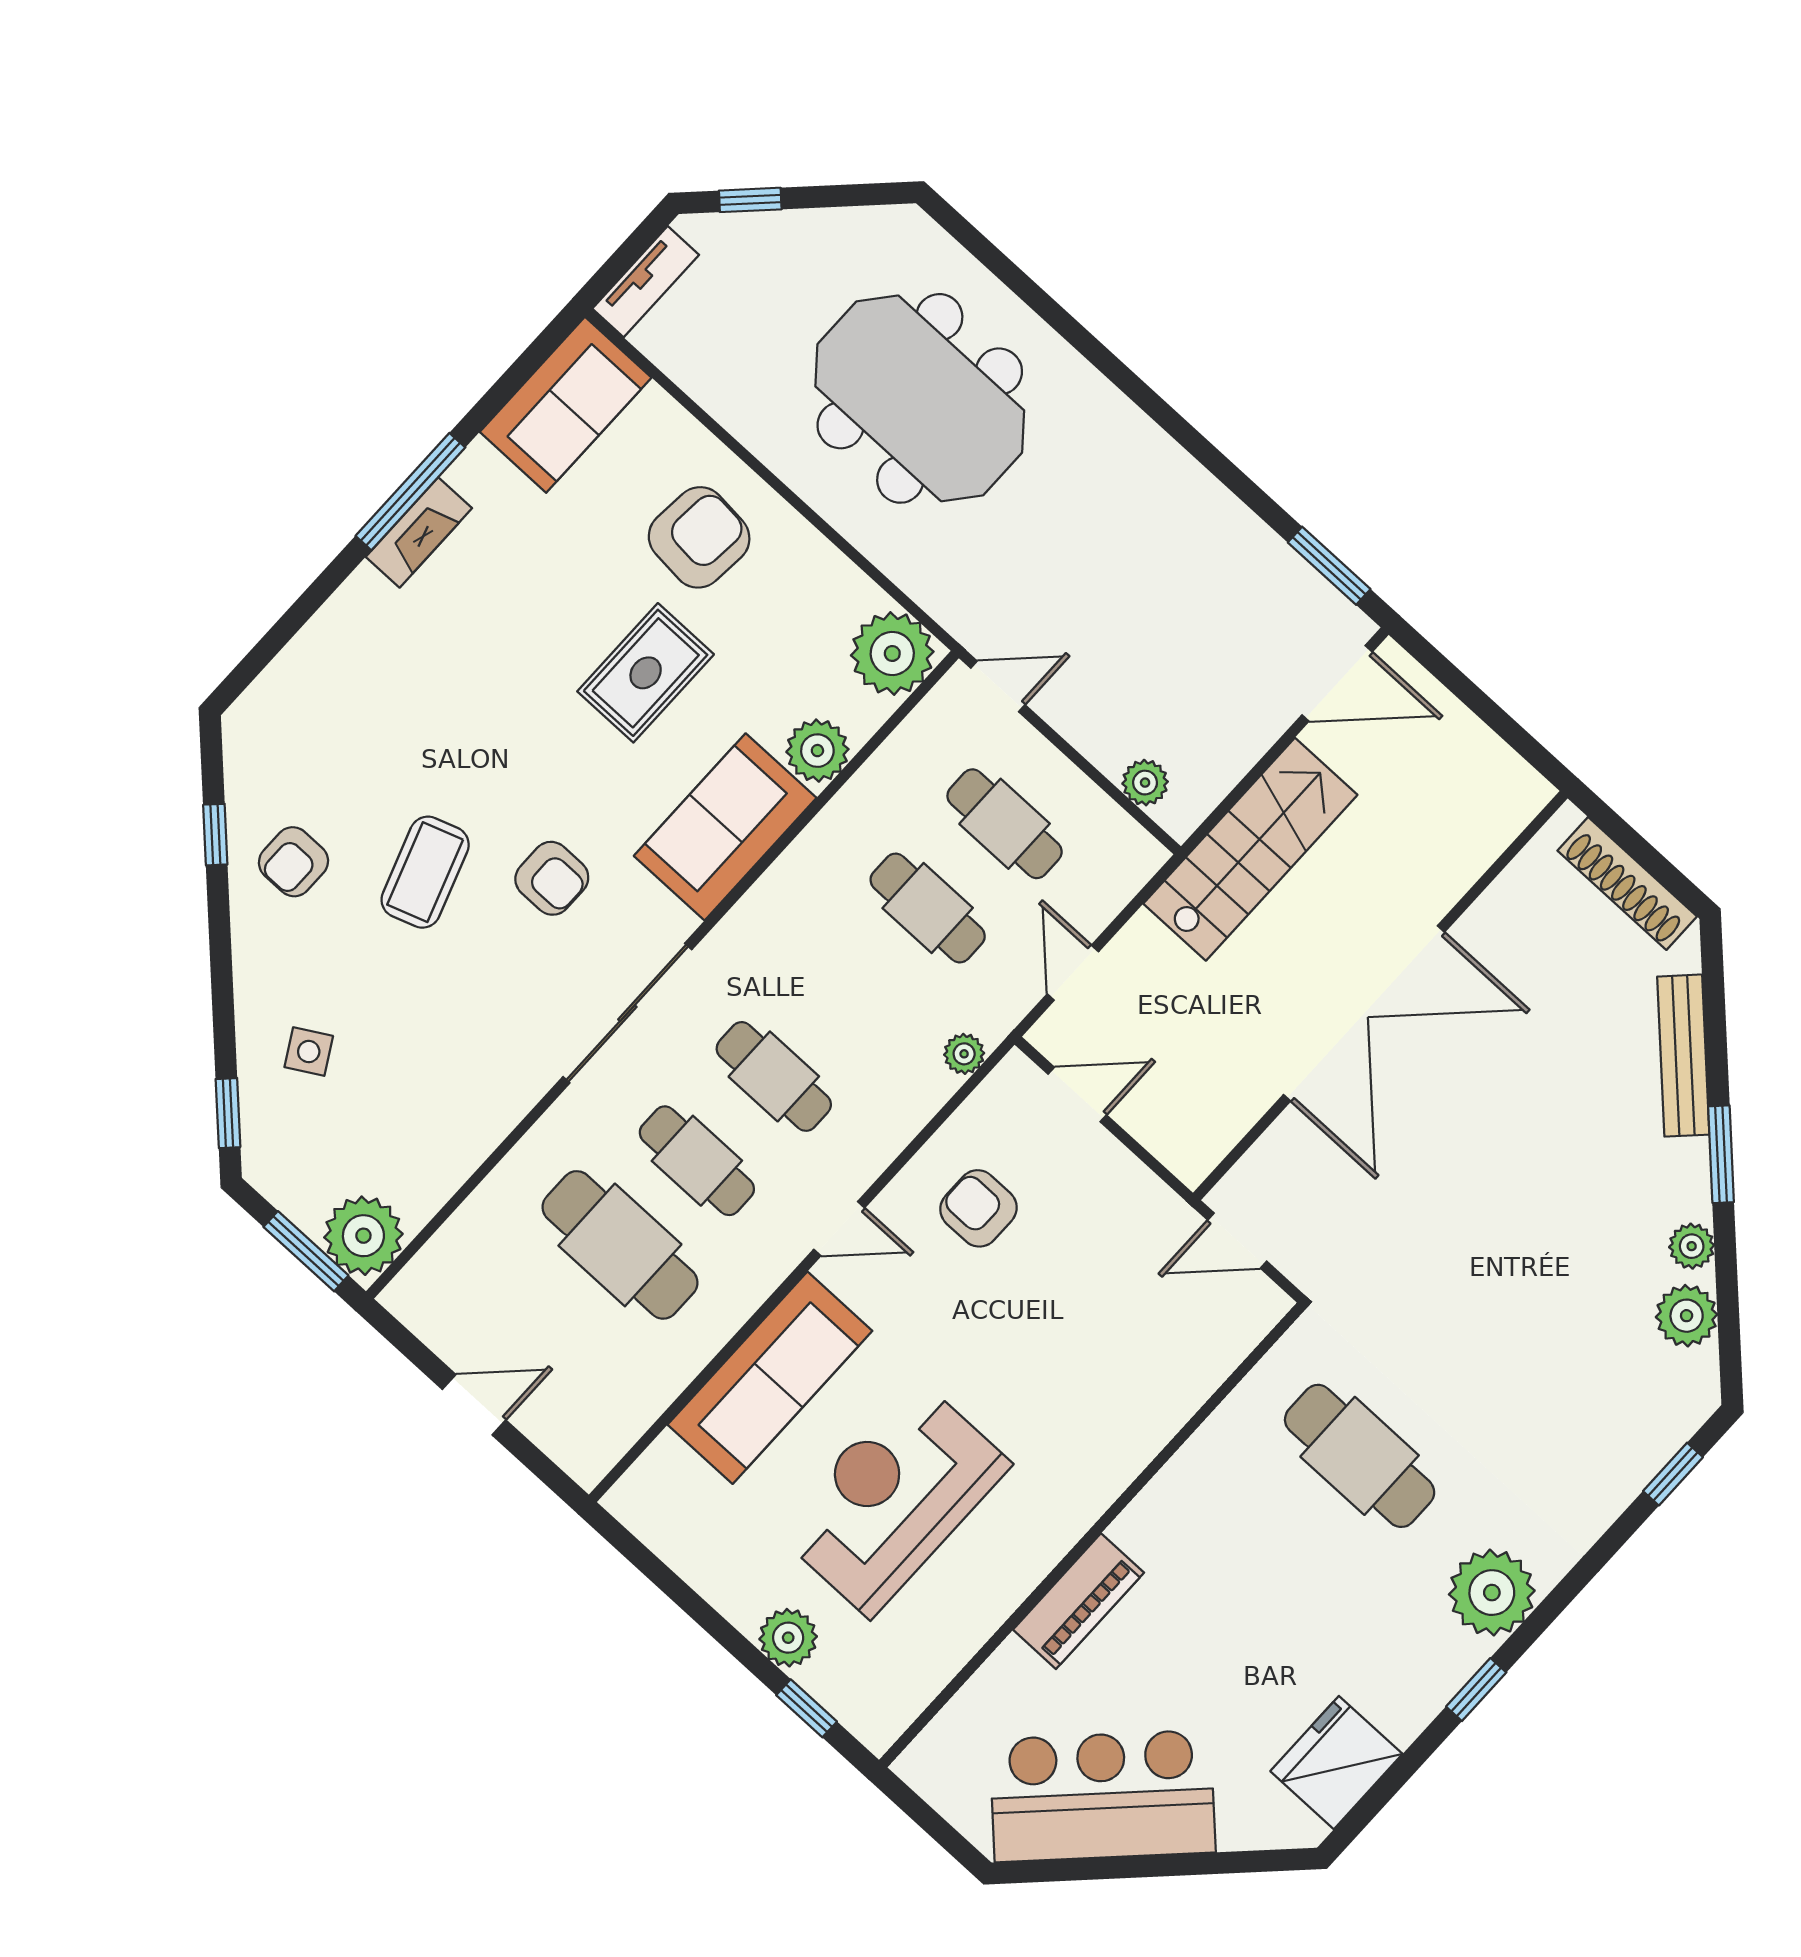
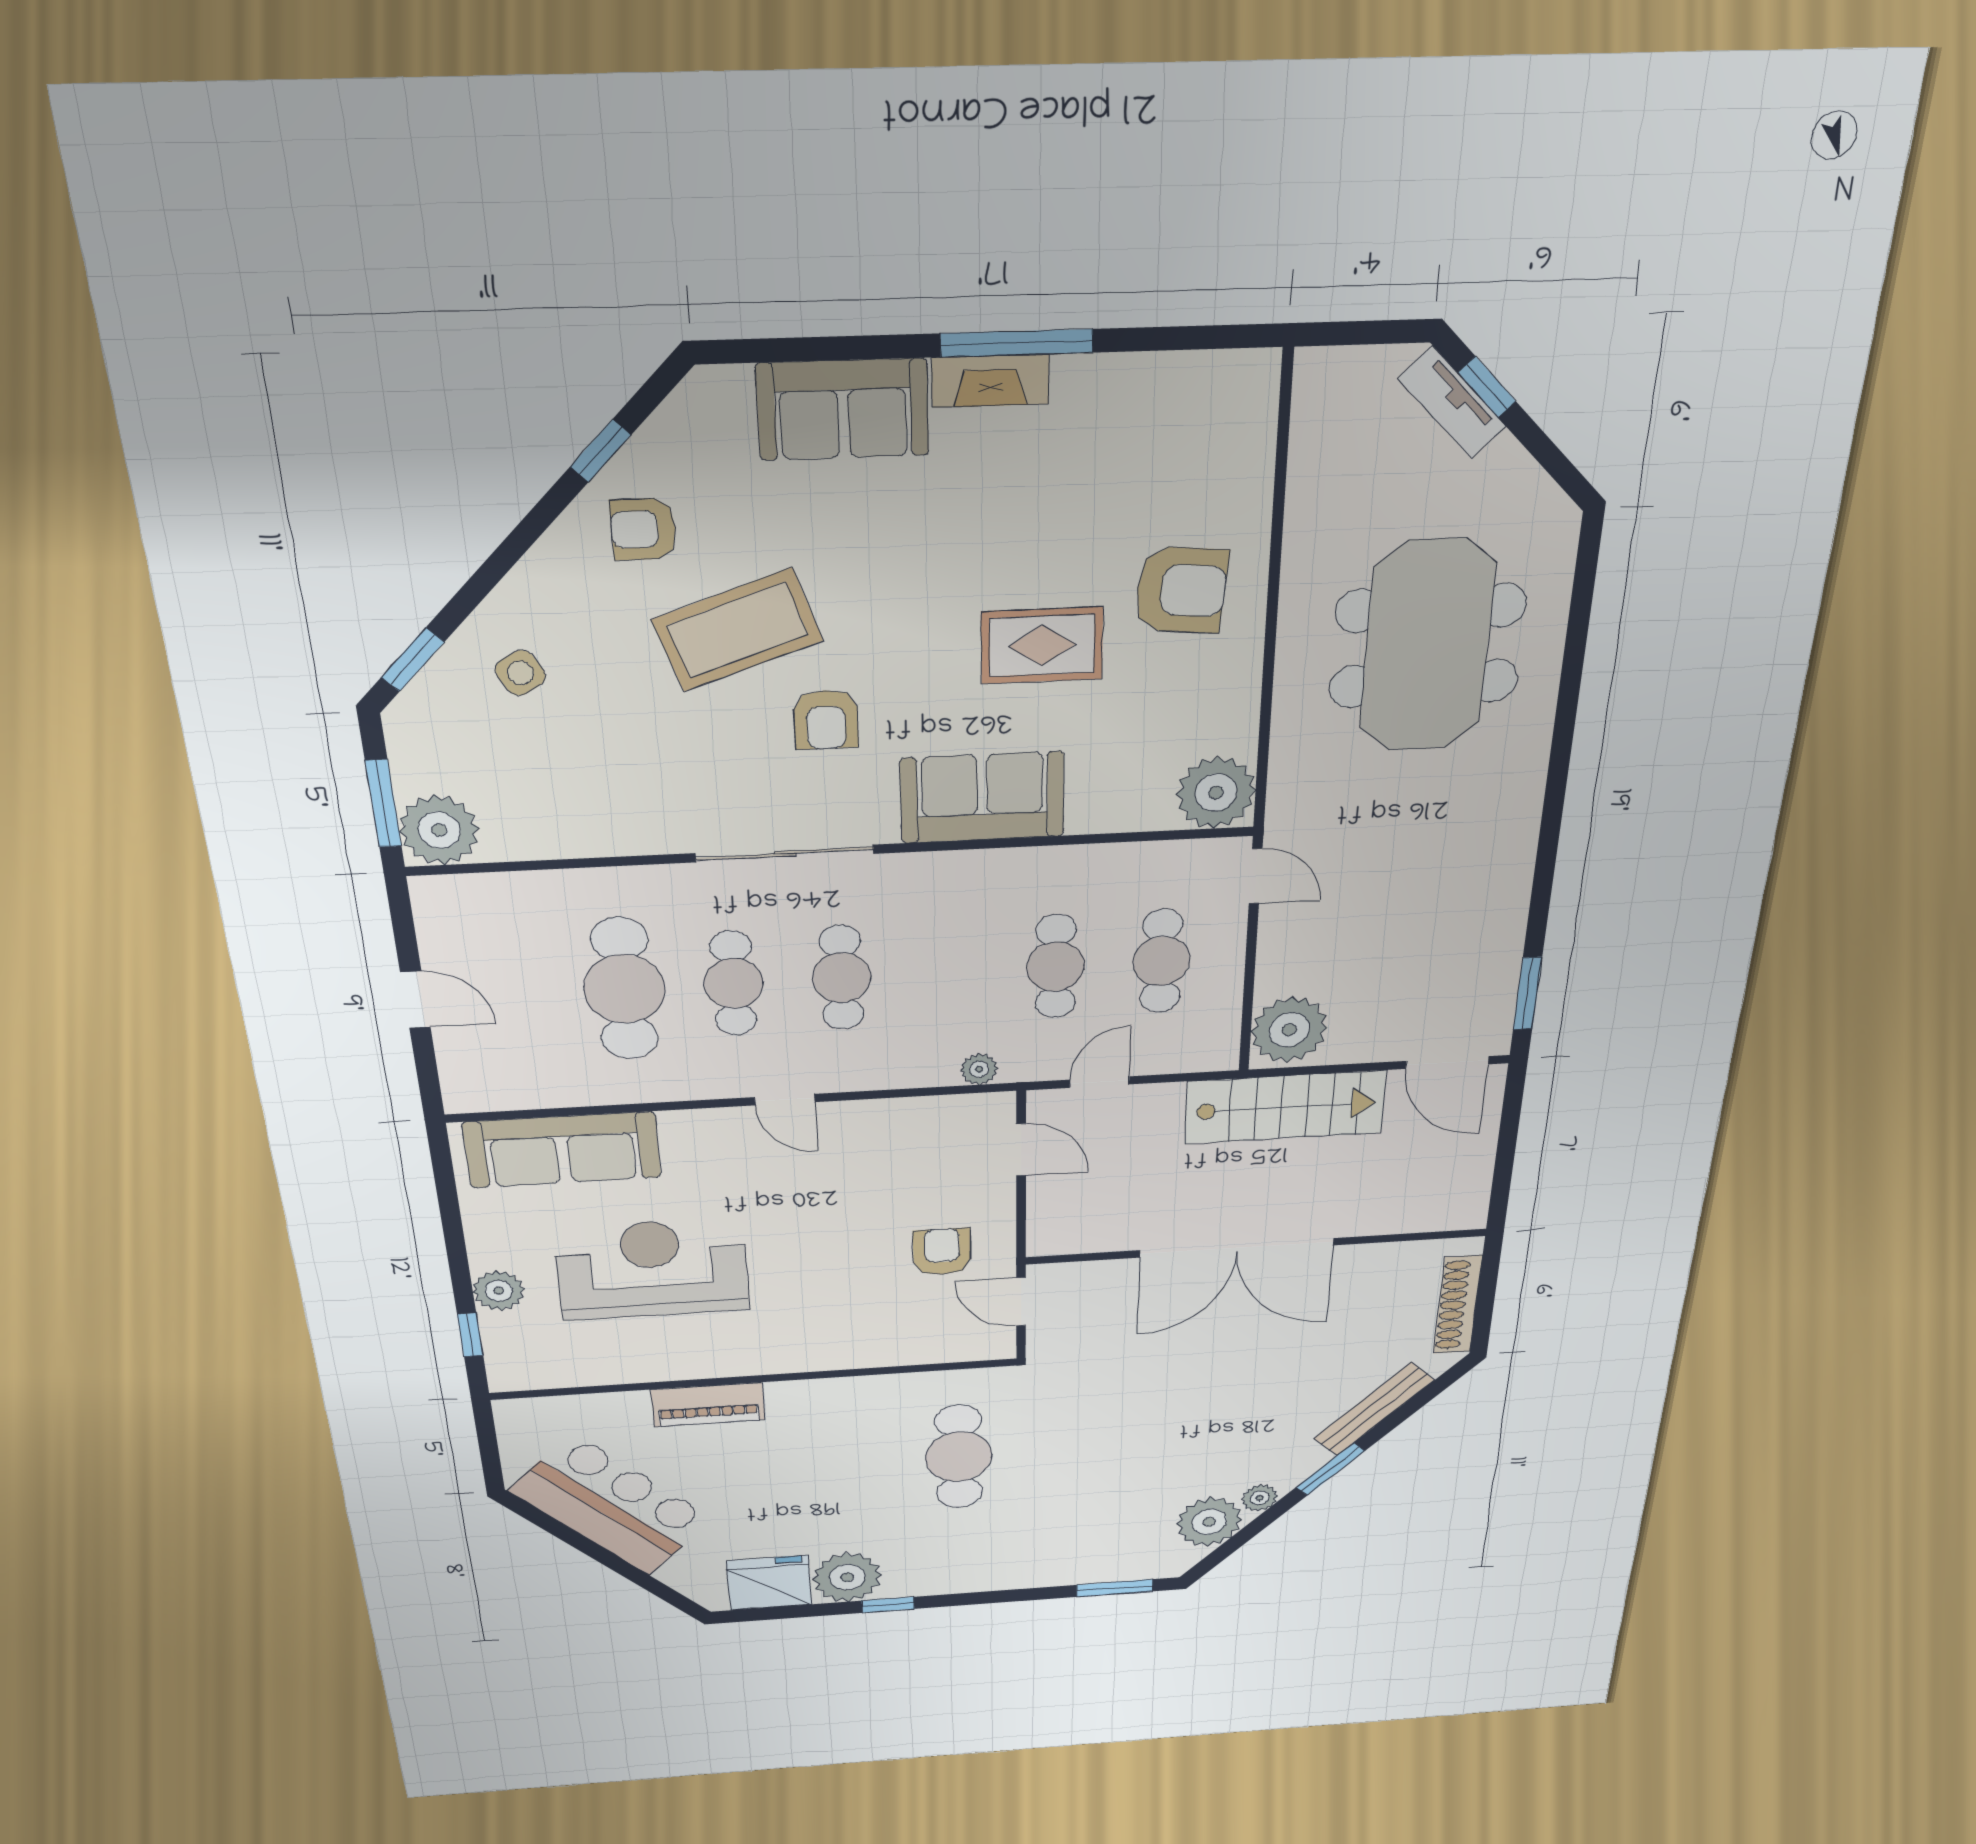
tv unit: (646, 282) -> (1452, 402), moved, turned 45
sofa: (566, 405) -> (843, 409), moved
plant: (817, 751) -> (1098, 807), removed
plant: (1145, 783) -> (1289, 1030), width x1.87, depth x1.87
coffee table: (425, 872) -> (737, 630), width x1.36, depth x1.32
armchair: (978, 1208) -> (942, 1252), moved
plant: (1687, 1316) -> (1209, 1522), width x1.36, depth x1.36
sofa: (770, 1378) -> (562, 1150), moved
window: (1673, 1474) -> (1115, 1588), width x1.50
plant: (1492, 1593) -> (847, 1577), moved

